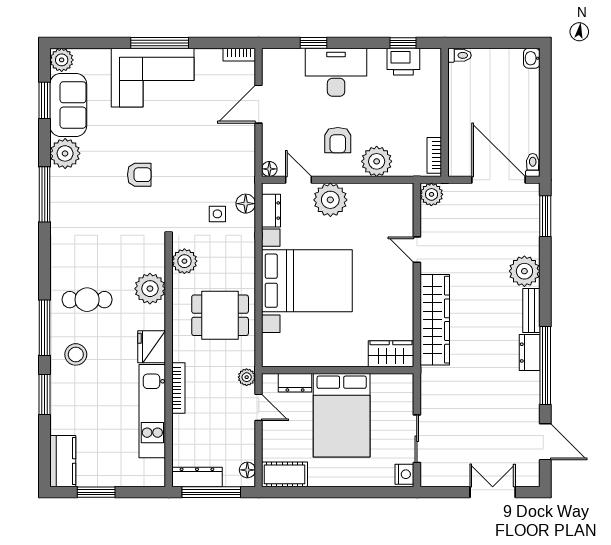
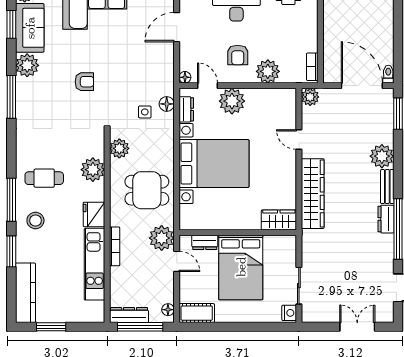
plant: (247, 377) -> (162, 238), width x1.88, depth x1.88
kitchen counter: (63, 461) -> (25, 293), width x1.50

